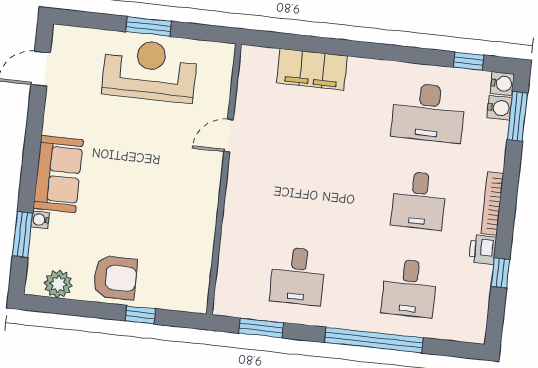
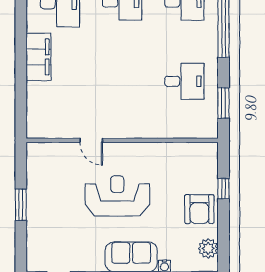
filing cabinet: (312, 69) -> (39, 57), moved
reception desk: (150, 71) -> (117, 196), moved, turned 90
armchair: (115, 278) -> (199, 209), turned 180

